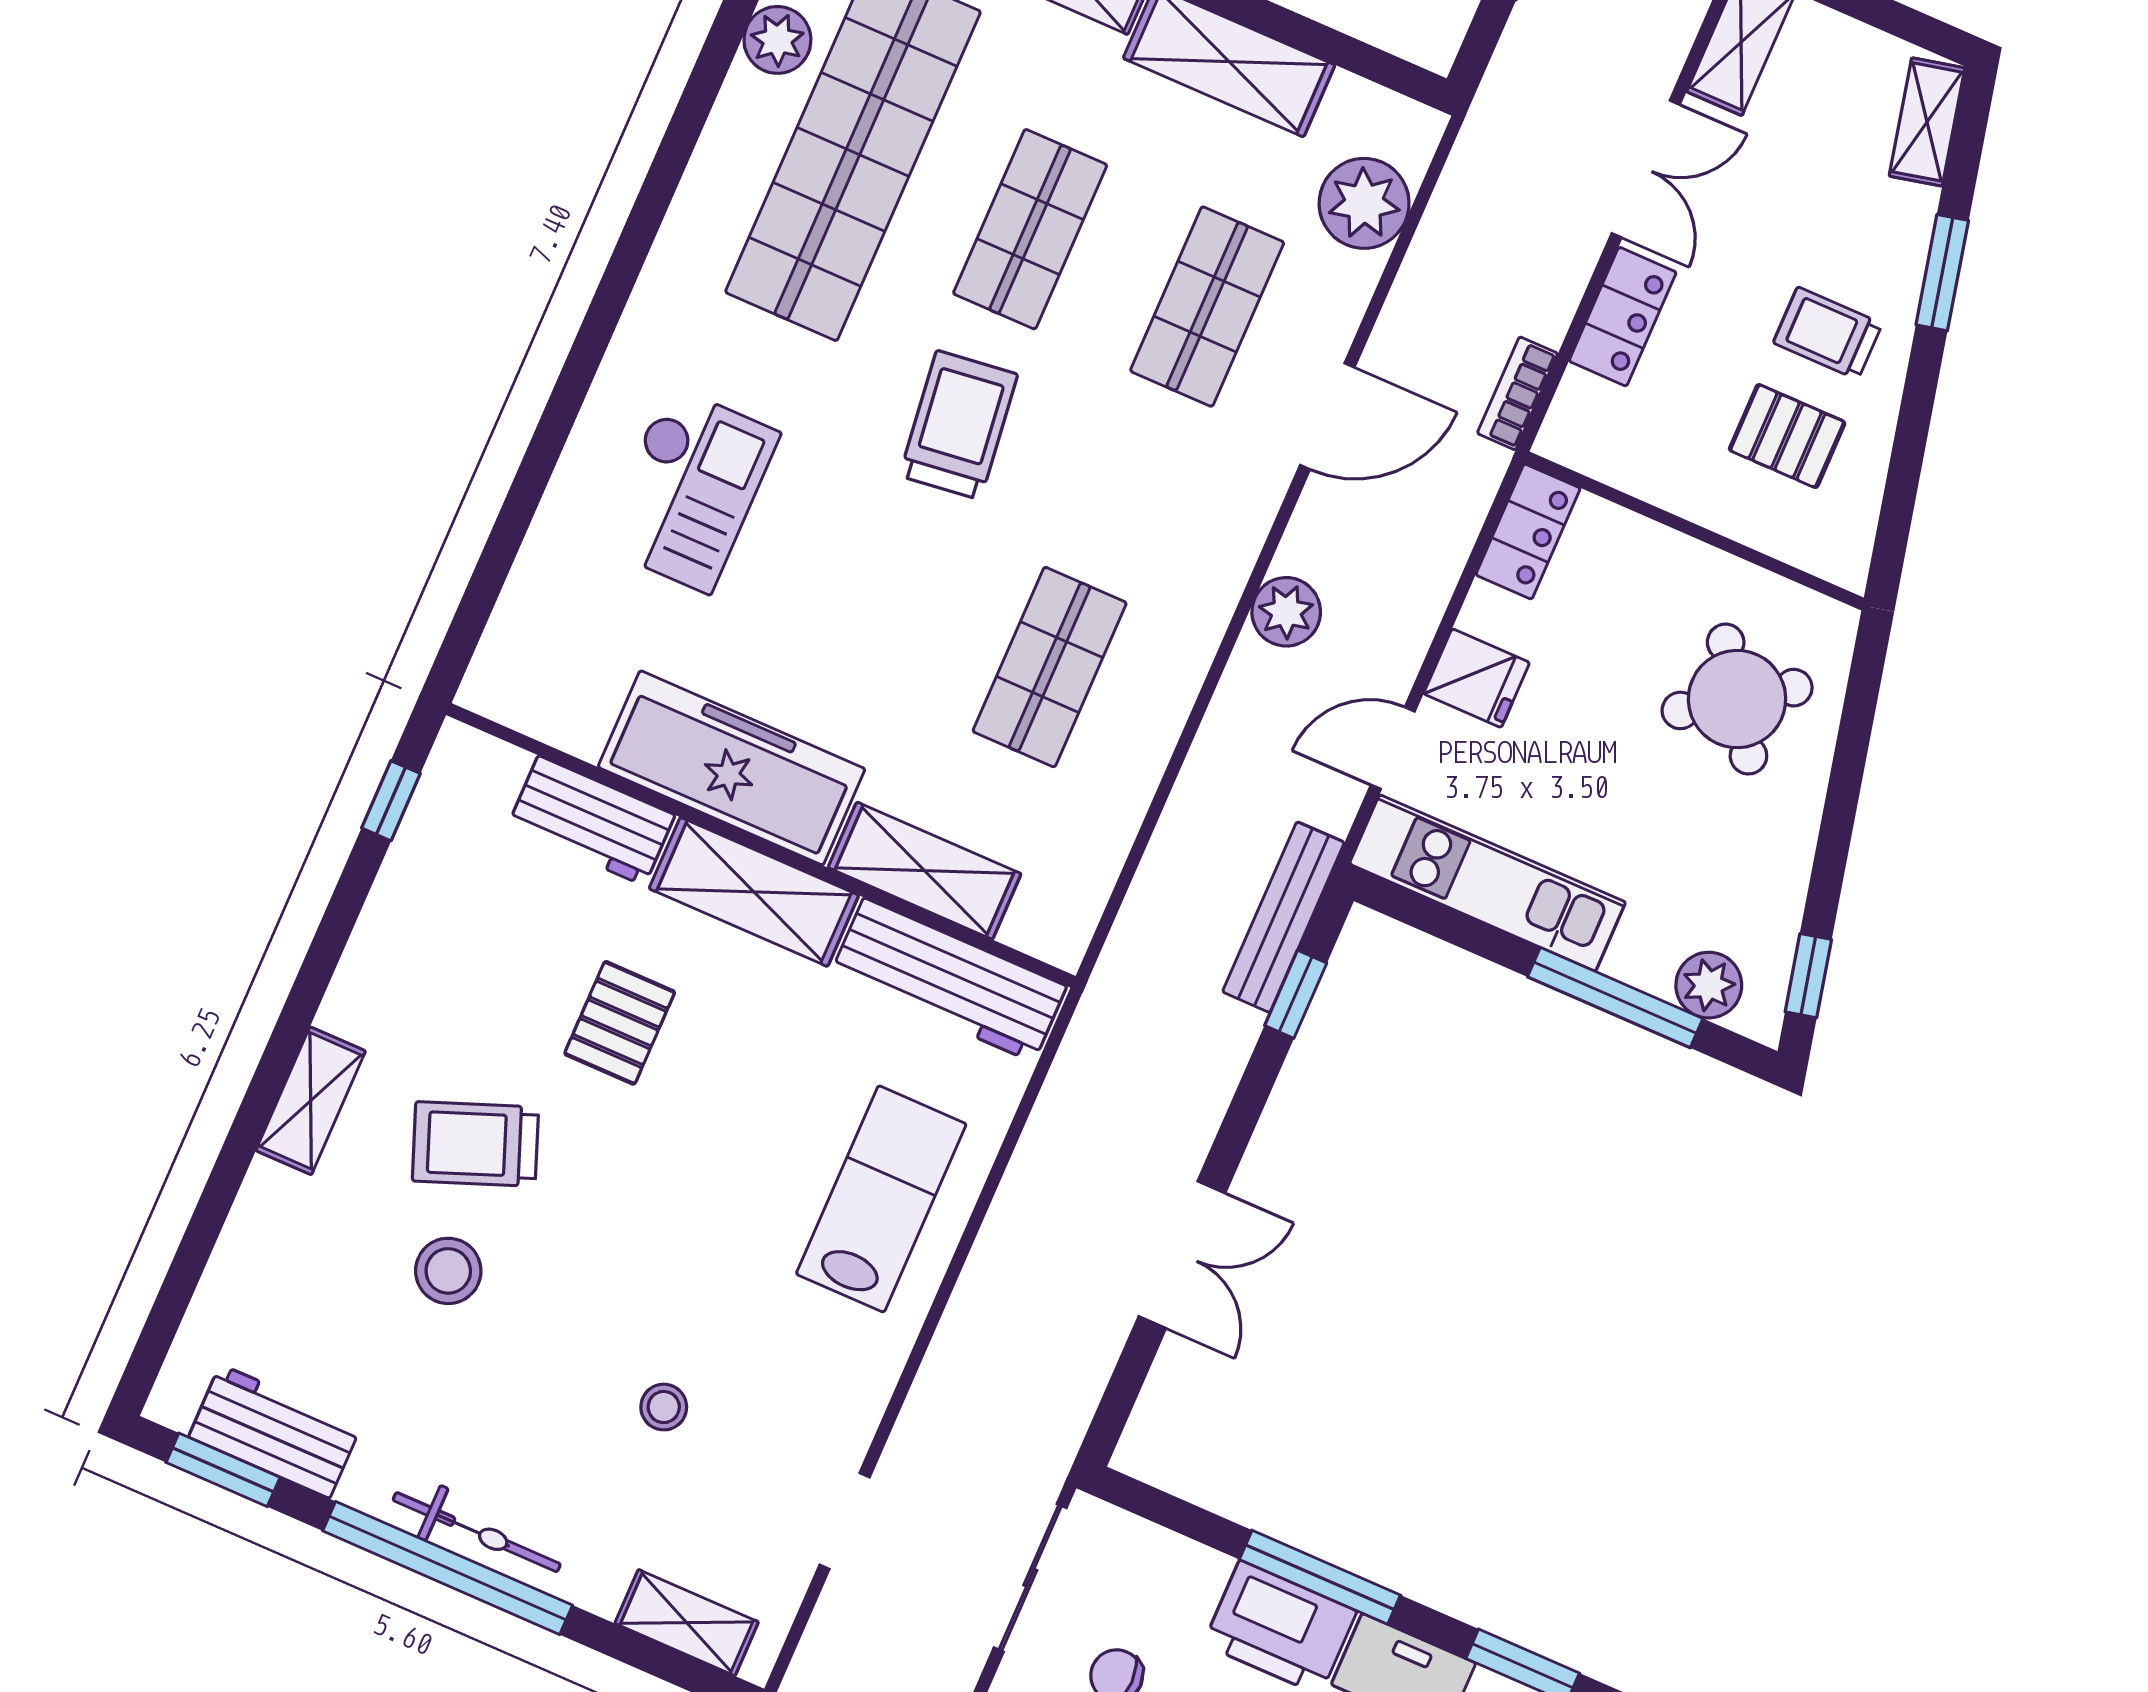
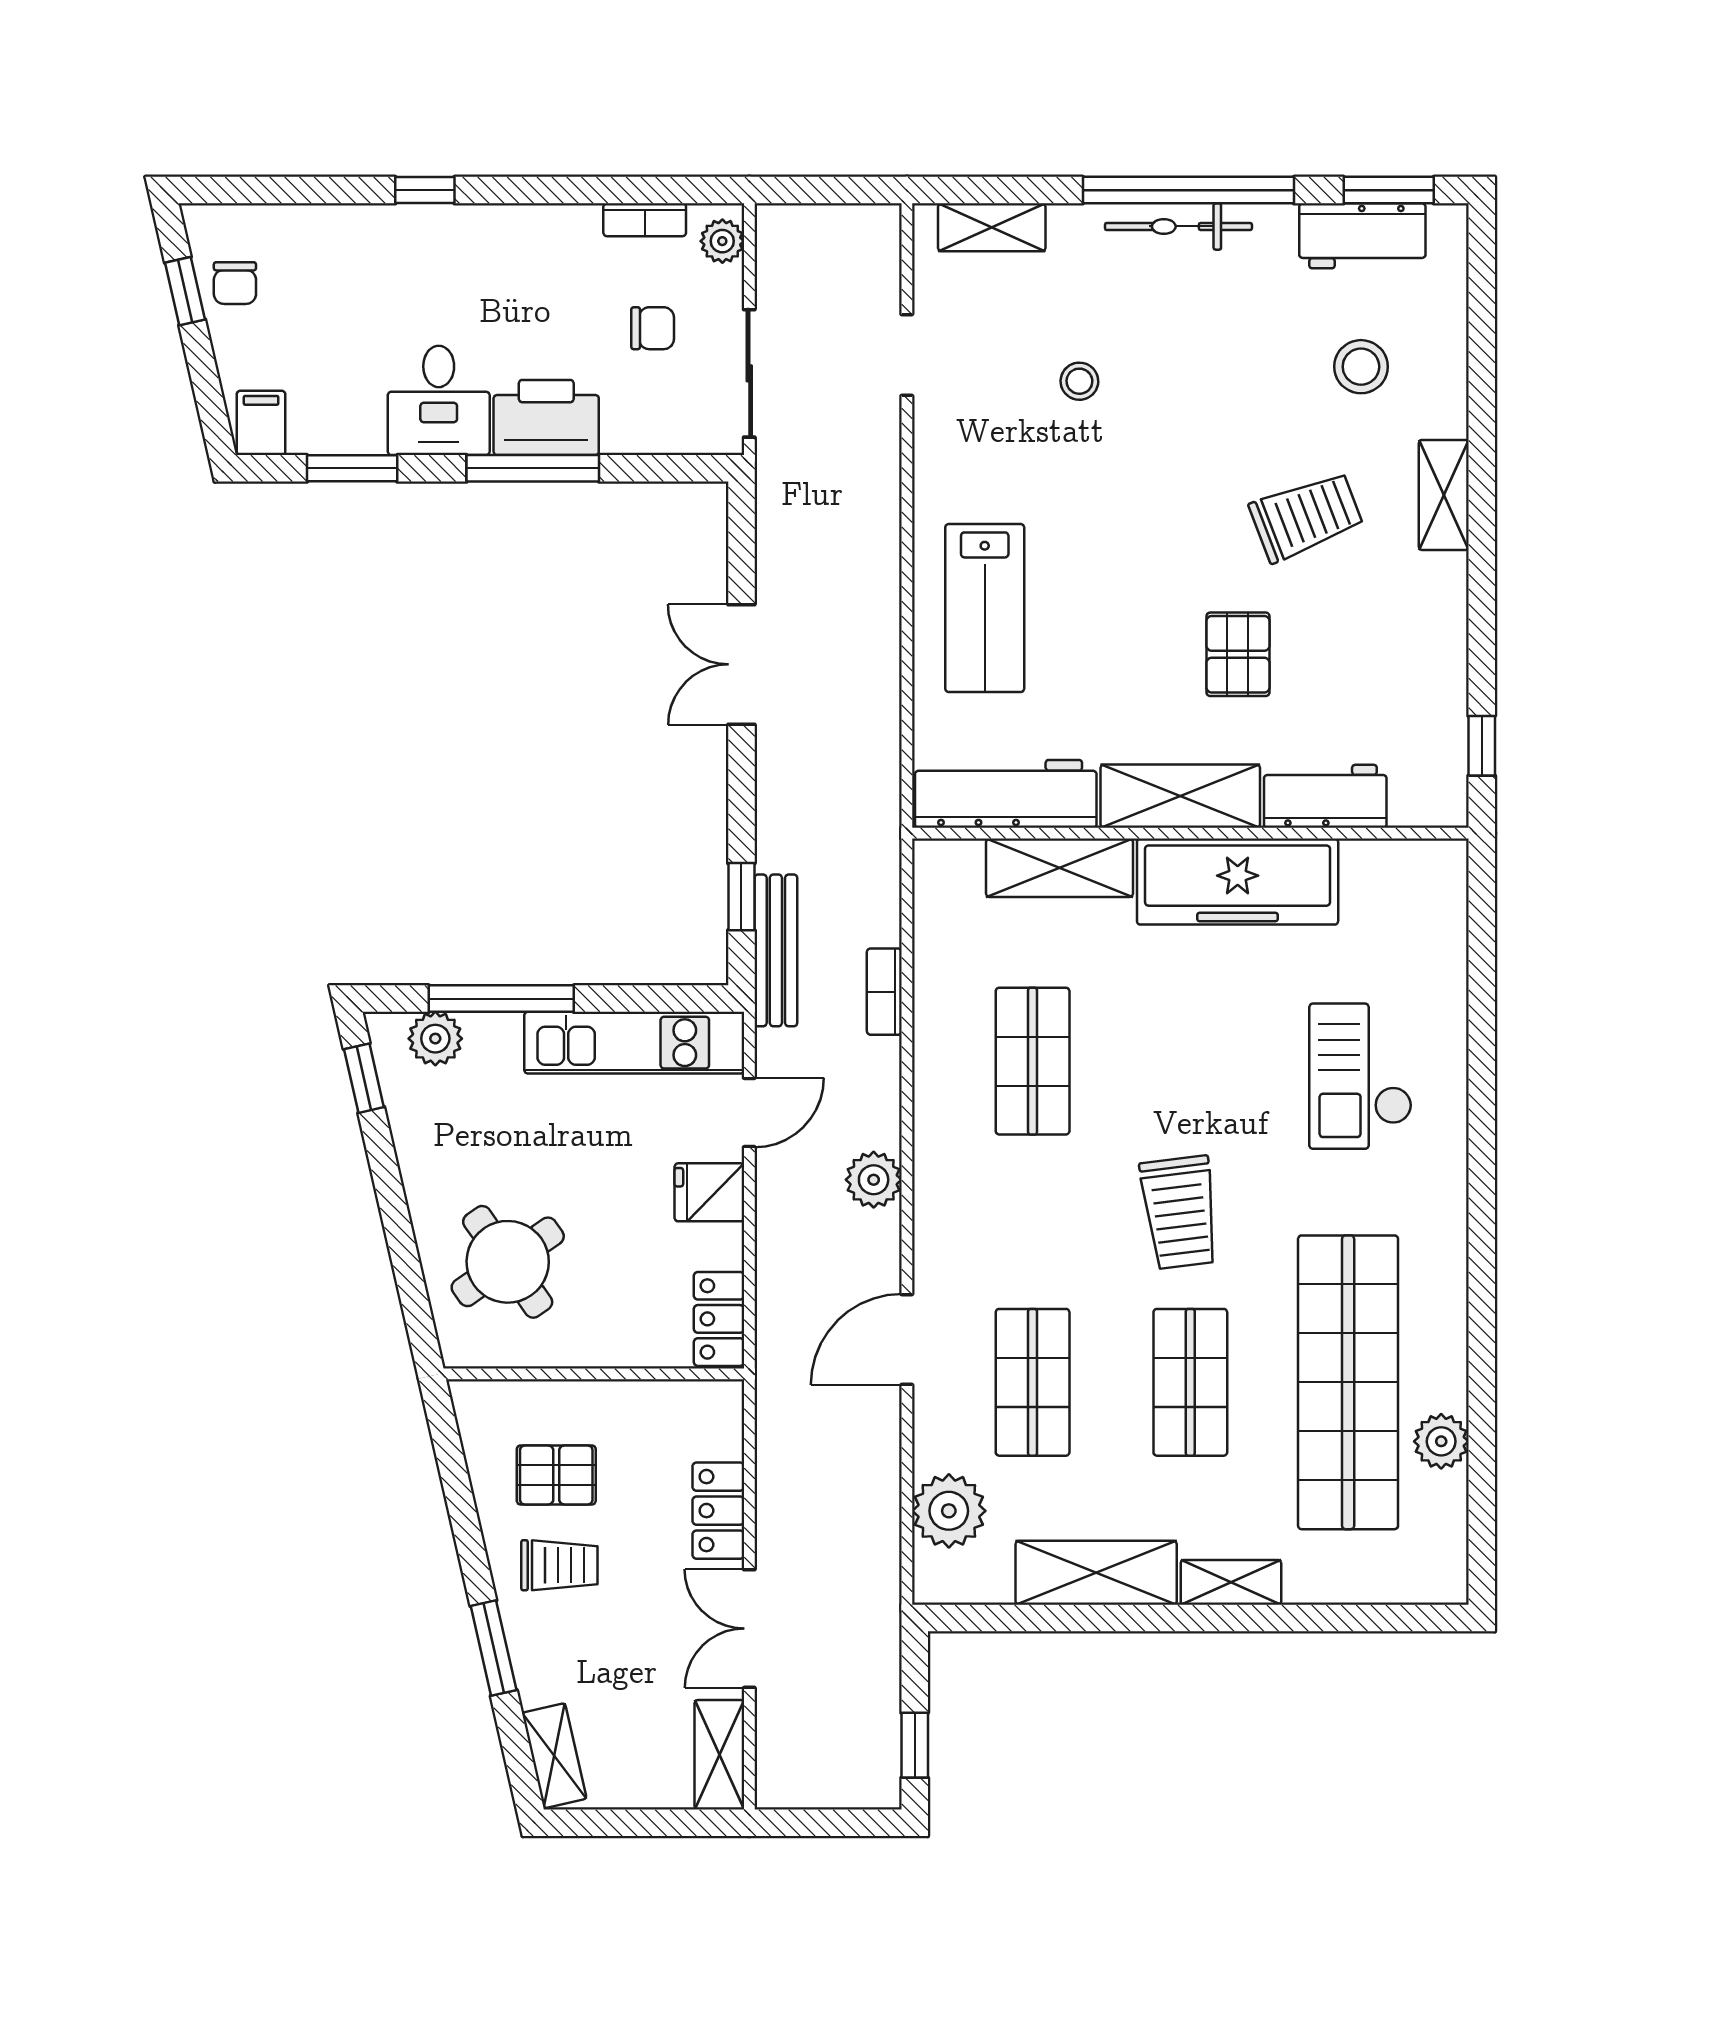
bookcase: (1518, 393) -> (884, 992), moved, turned 180
stool: (448, 1271) -> (1361, 367), moved

